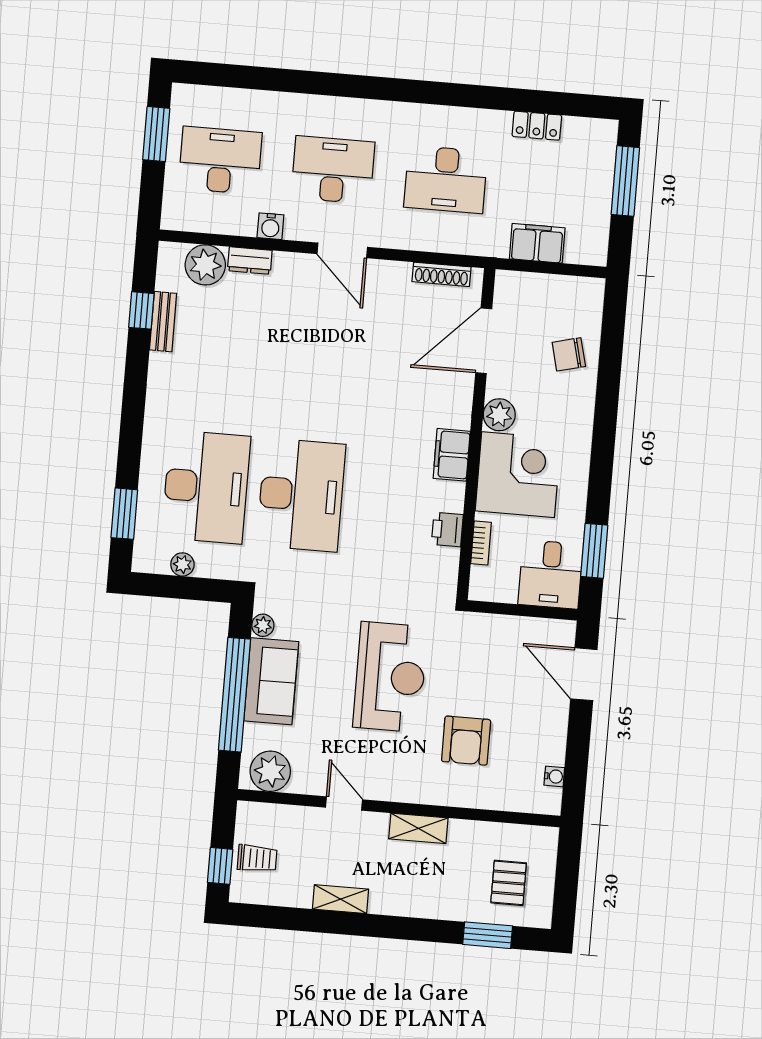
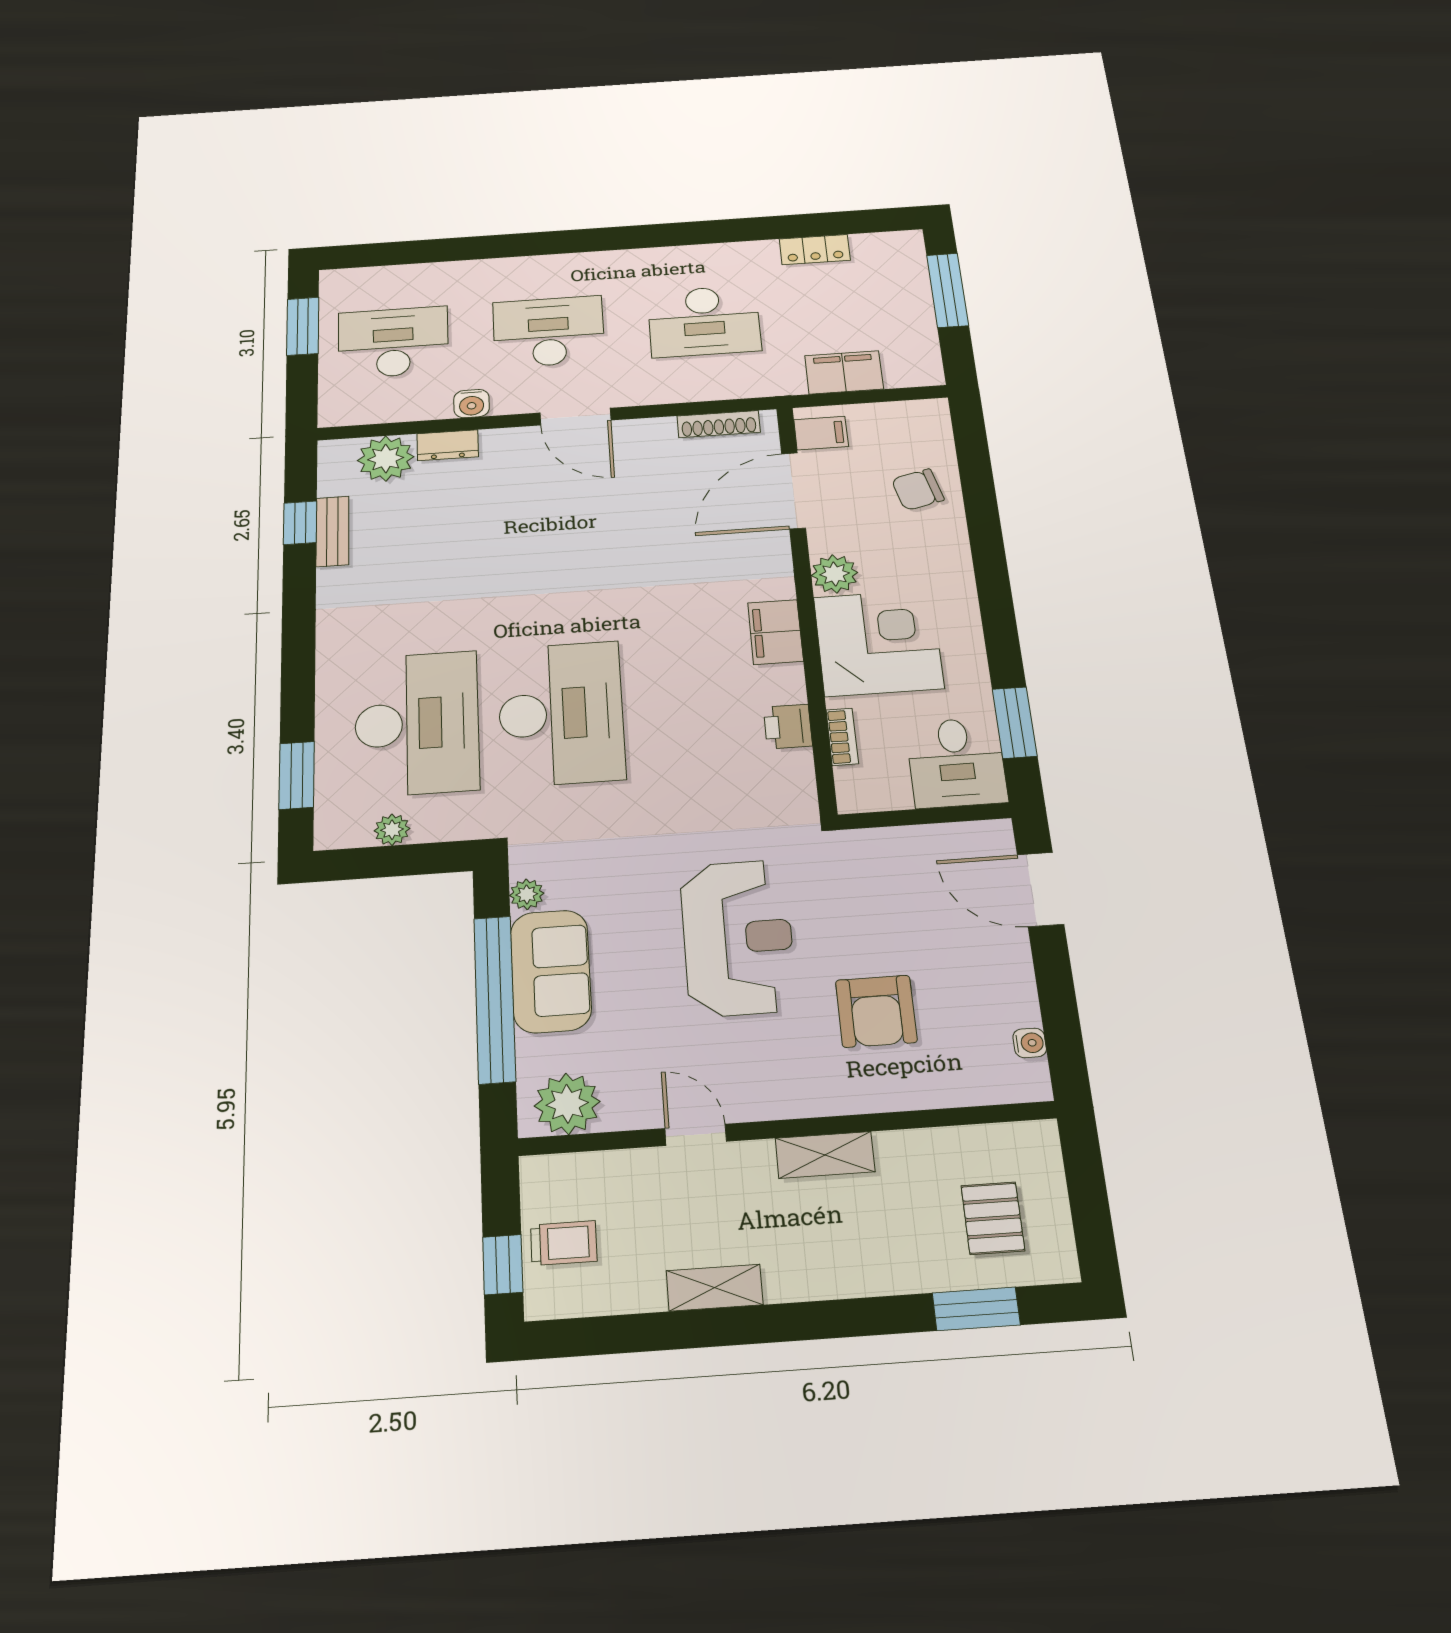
filing cabinet: (511, 294) -> (821, 433), added

